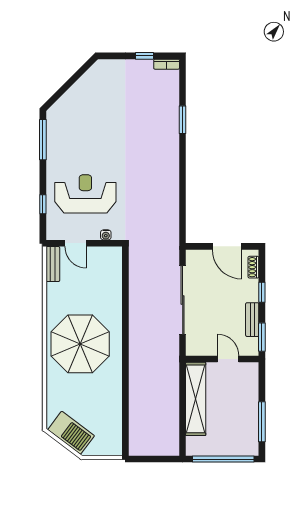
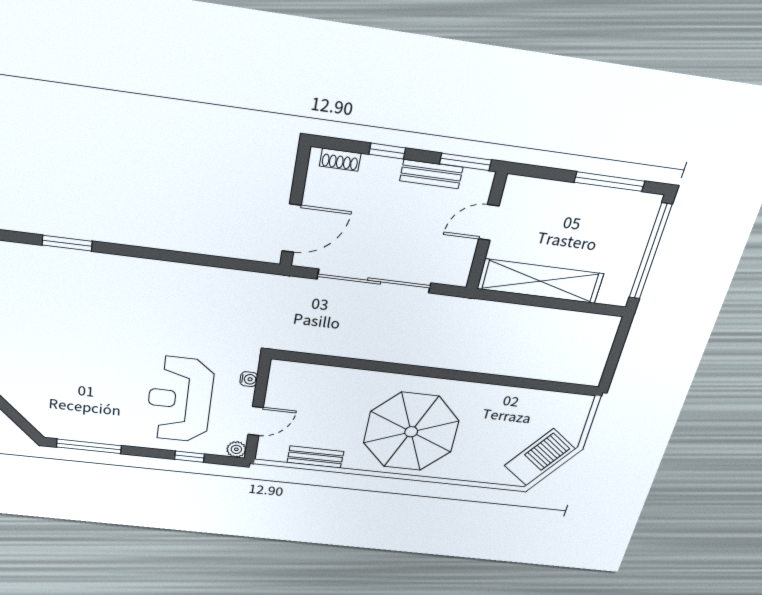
plant: (52, 234) -> (236, 449), added
door: (227, 246) -> (292, 228), moved
bench: (53, 264) -> (315, 457), moved

